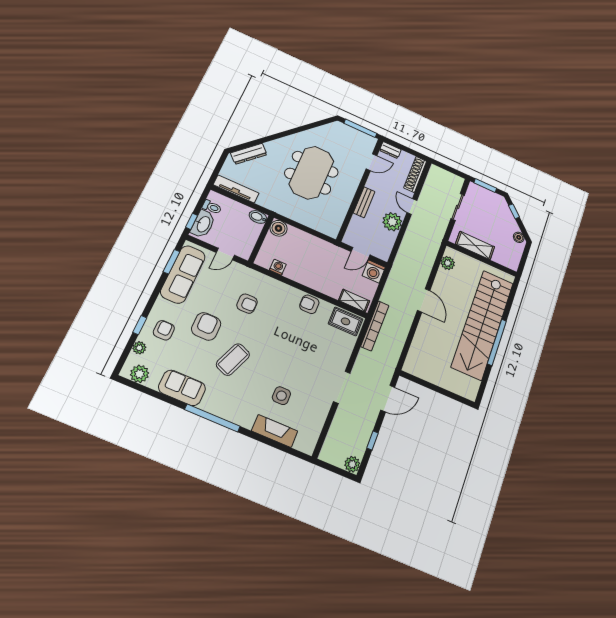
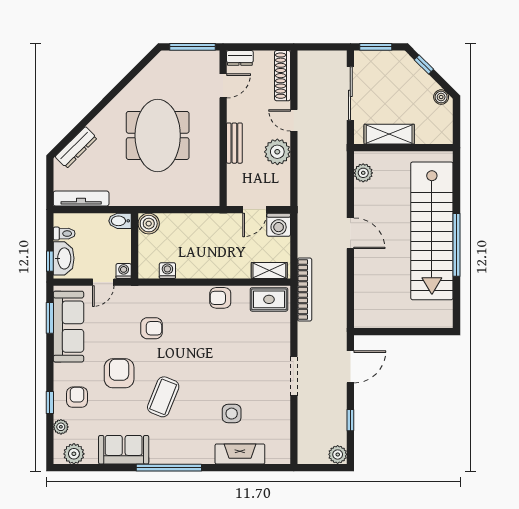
sliding door: (458, 207) -> (350, 93), width x1.37
washing machine: (245, 253) -> (124, 271), added

